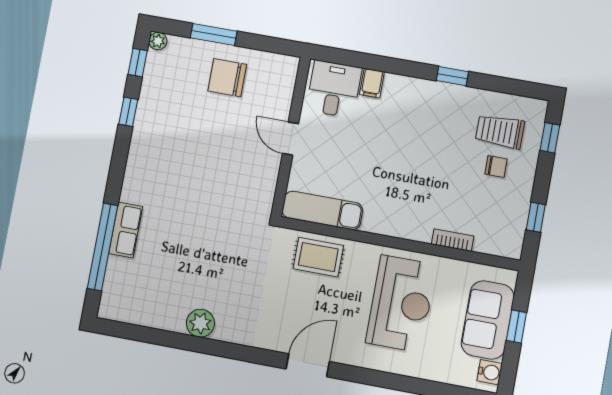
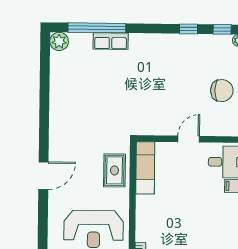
chair: (227, 78) -> (222, 91), turned 90
plant: (200, 323) -> (59, 41), moved
door: (308, 365) -> (43, 176), hinge flipped

